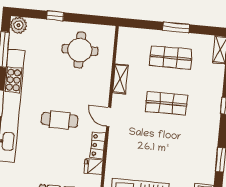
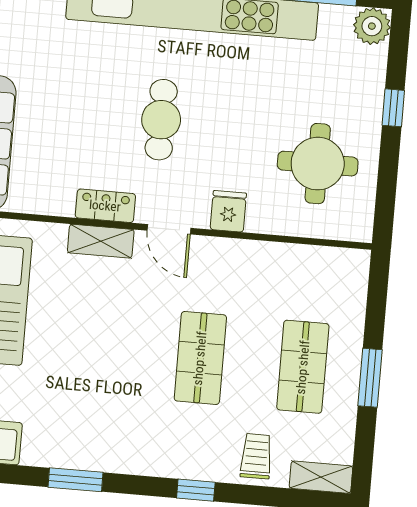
shelving: (120, 79) -> (101, 241), moved
trolley: (211, 79) -> (256, 456), added
door: (109, 117) -> (169, 229), swing flipped
fridge: (94, 167) -> (228, 211), moved

